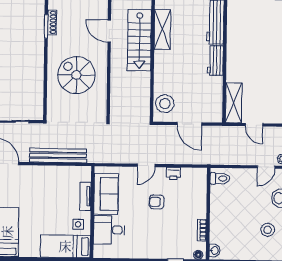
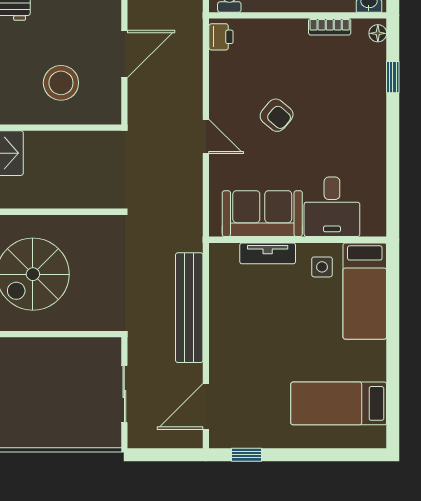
stool: (165, 104) -> (61, 83), moved
printer: (173, 174) -> (221, 37), moved
armchair: (157, 202) -> (277, 115), turned -50

